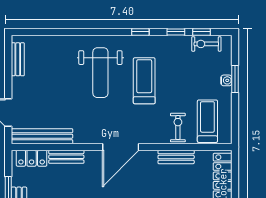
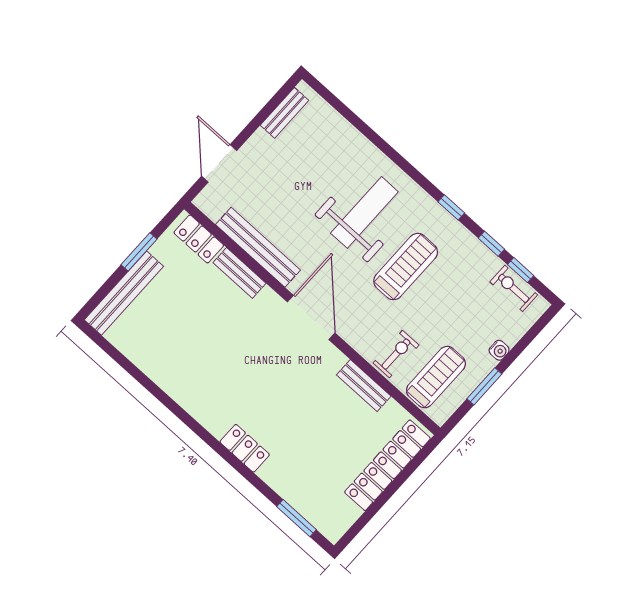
weight bench: (100, 73) -> (364, 212), turned 180
window: (235, 79) -> (484, 386), moved
bench: (42, 136) -> (258, 247), moved
door: (121, 147) -> (311, 317), swing flipped

